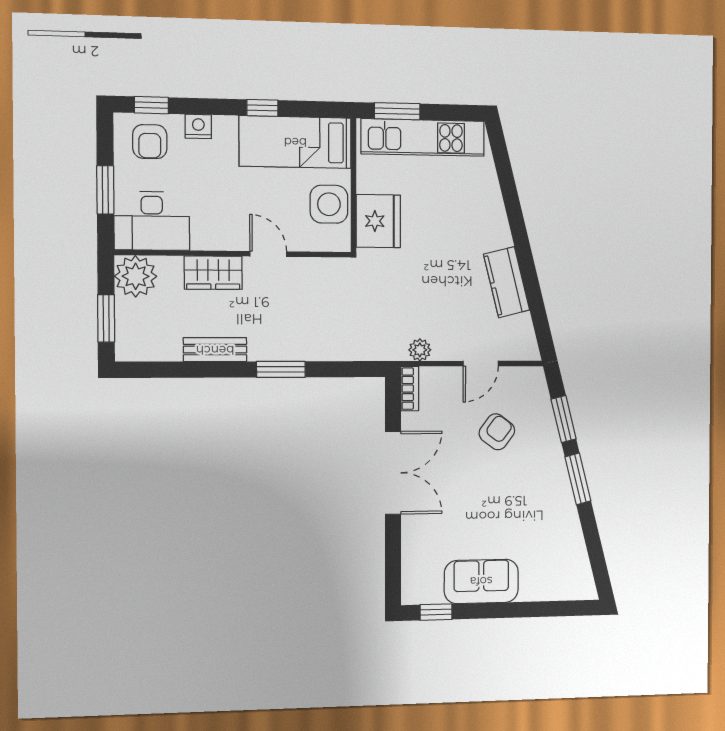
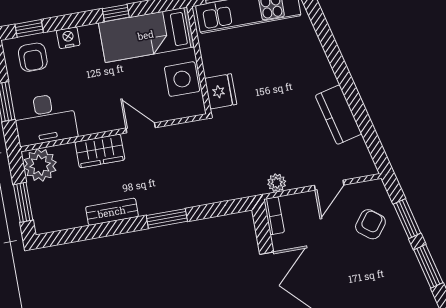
fridge: (378, 221) -> (221, 91), width x0.73, depth x0.75
armchair: (497, 432) -> (370, 224), moved

